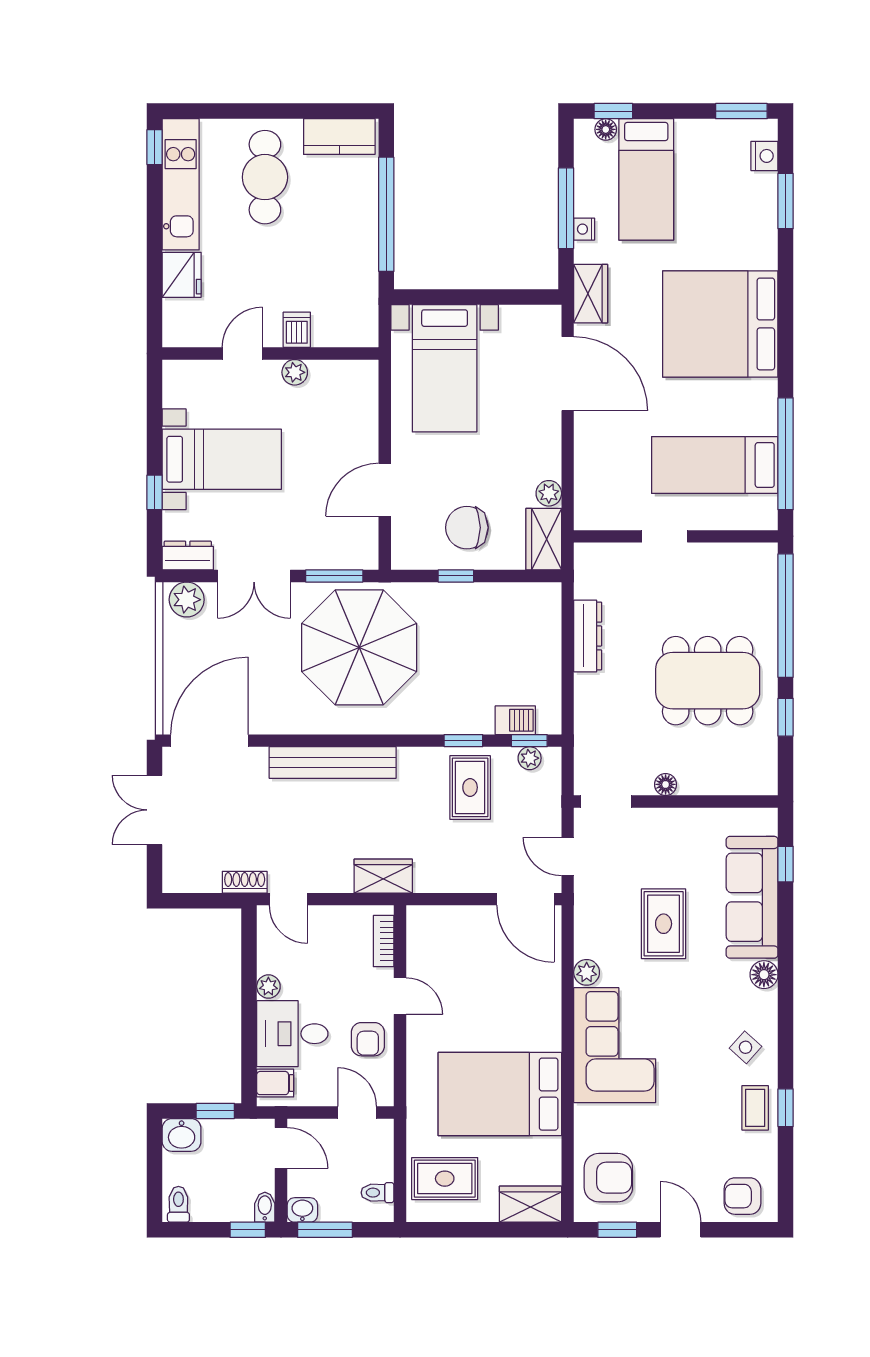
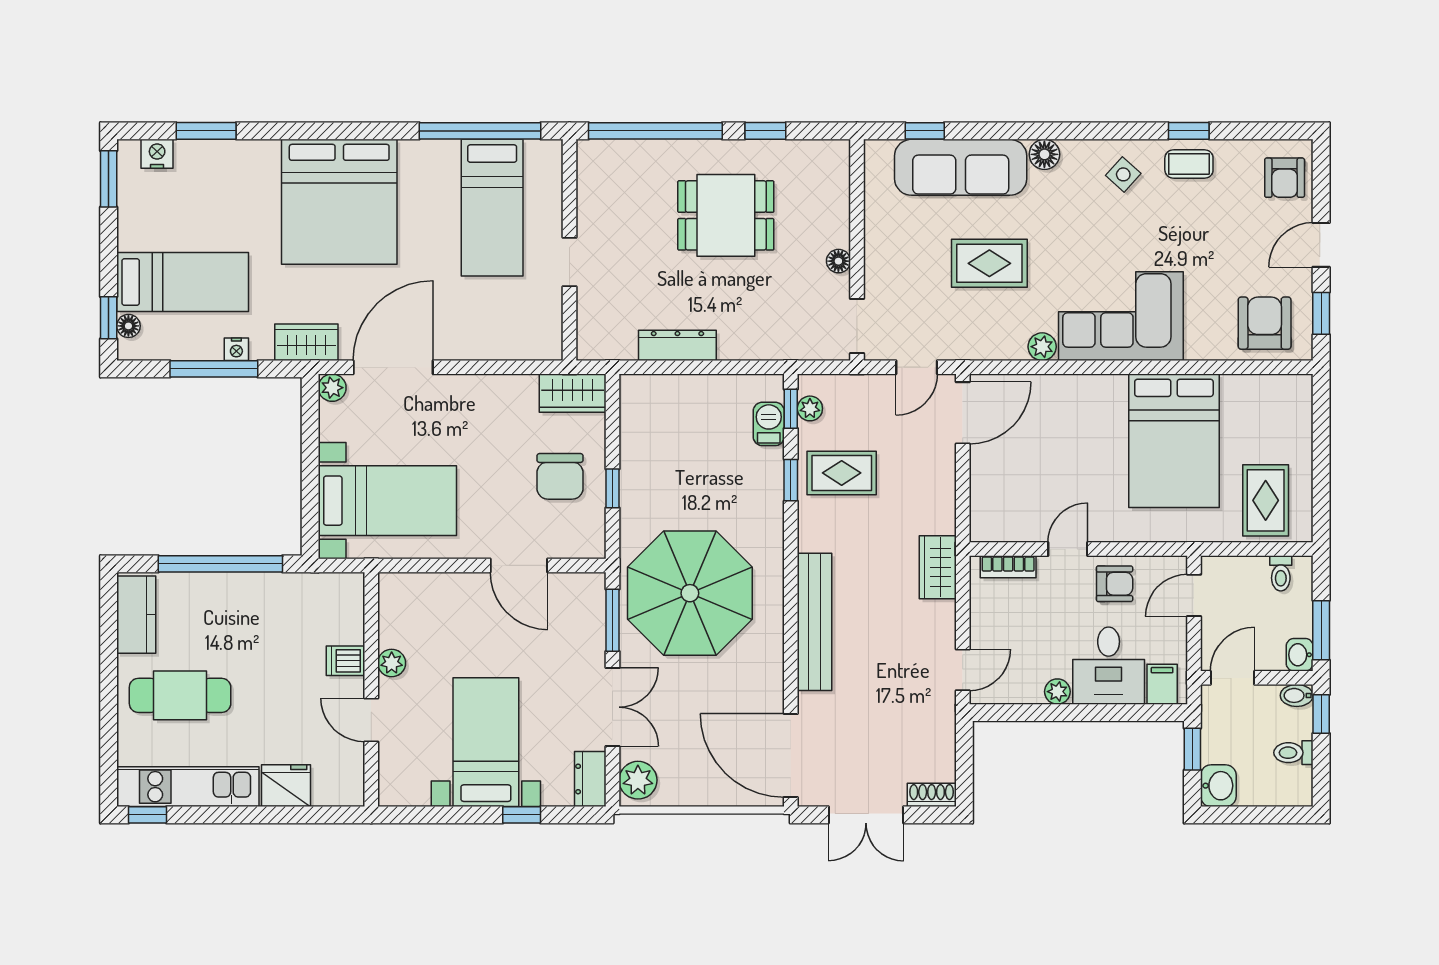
plant: (549, 493) -> (332, 388), moved
dining table: (708, 681) -> (726, 215), width x0.73
shoe rack: (245, 882) -> (932, 795), moved, turned 90
toilet: (178, 1204) -> (1293, 753), moved
wardrobe: (530, 1204) -> (1293, 407), removed

